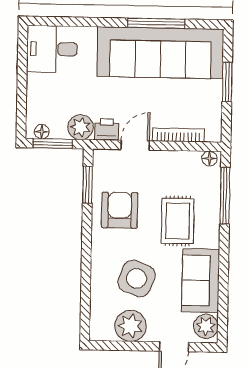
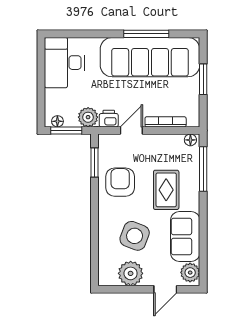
desk: (52, 49) -> (64, 63), width x1.37

